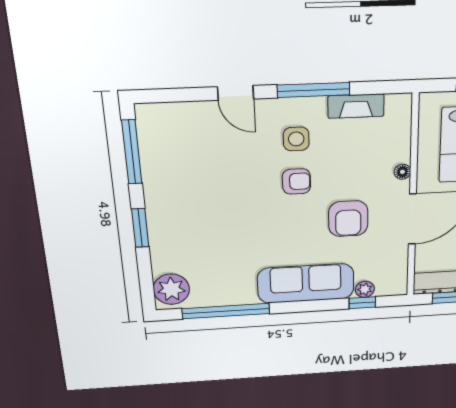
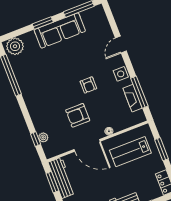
window: (314, 90) -> (139, 92), moved
side table: (296, 139) -> (121, 74), moved
sofa: (306, 283) -> (60, 30), moved, turned 90

